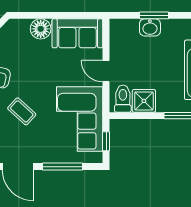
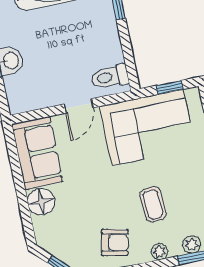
shower: (144, 101) -> (107, 49), removed
coffee table: (22, 111) -> (153, 204), turned -45

